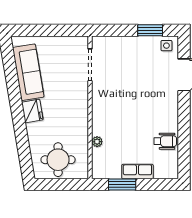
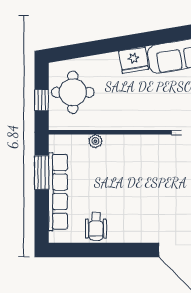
row of seats: (137, 172) -> (58, 192), width x2.02
window: (64, 185) -> (42, 100), added

